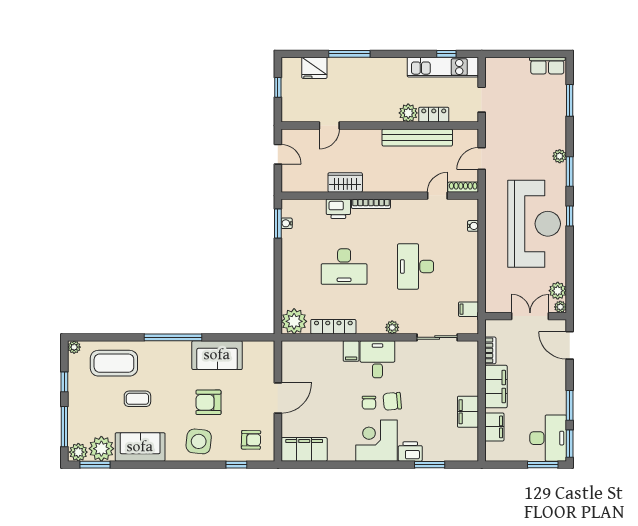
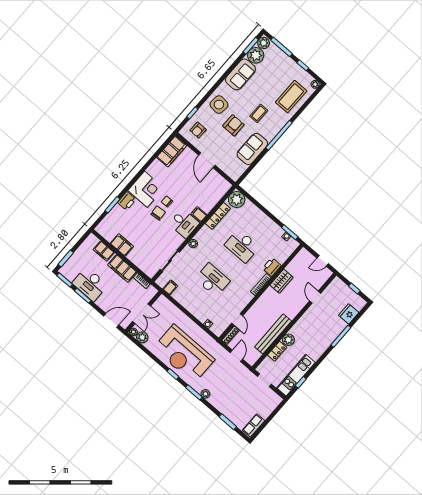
desk: (344, 267) -> (242, 246), turned -90
coffee table: (137, 399) -> (259, 113), moved
desk: (548, 438) -> (90, 284), moved

